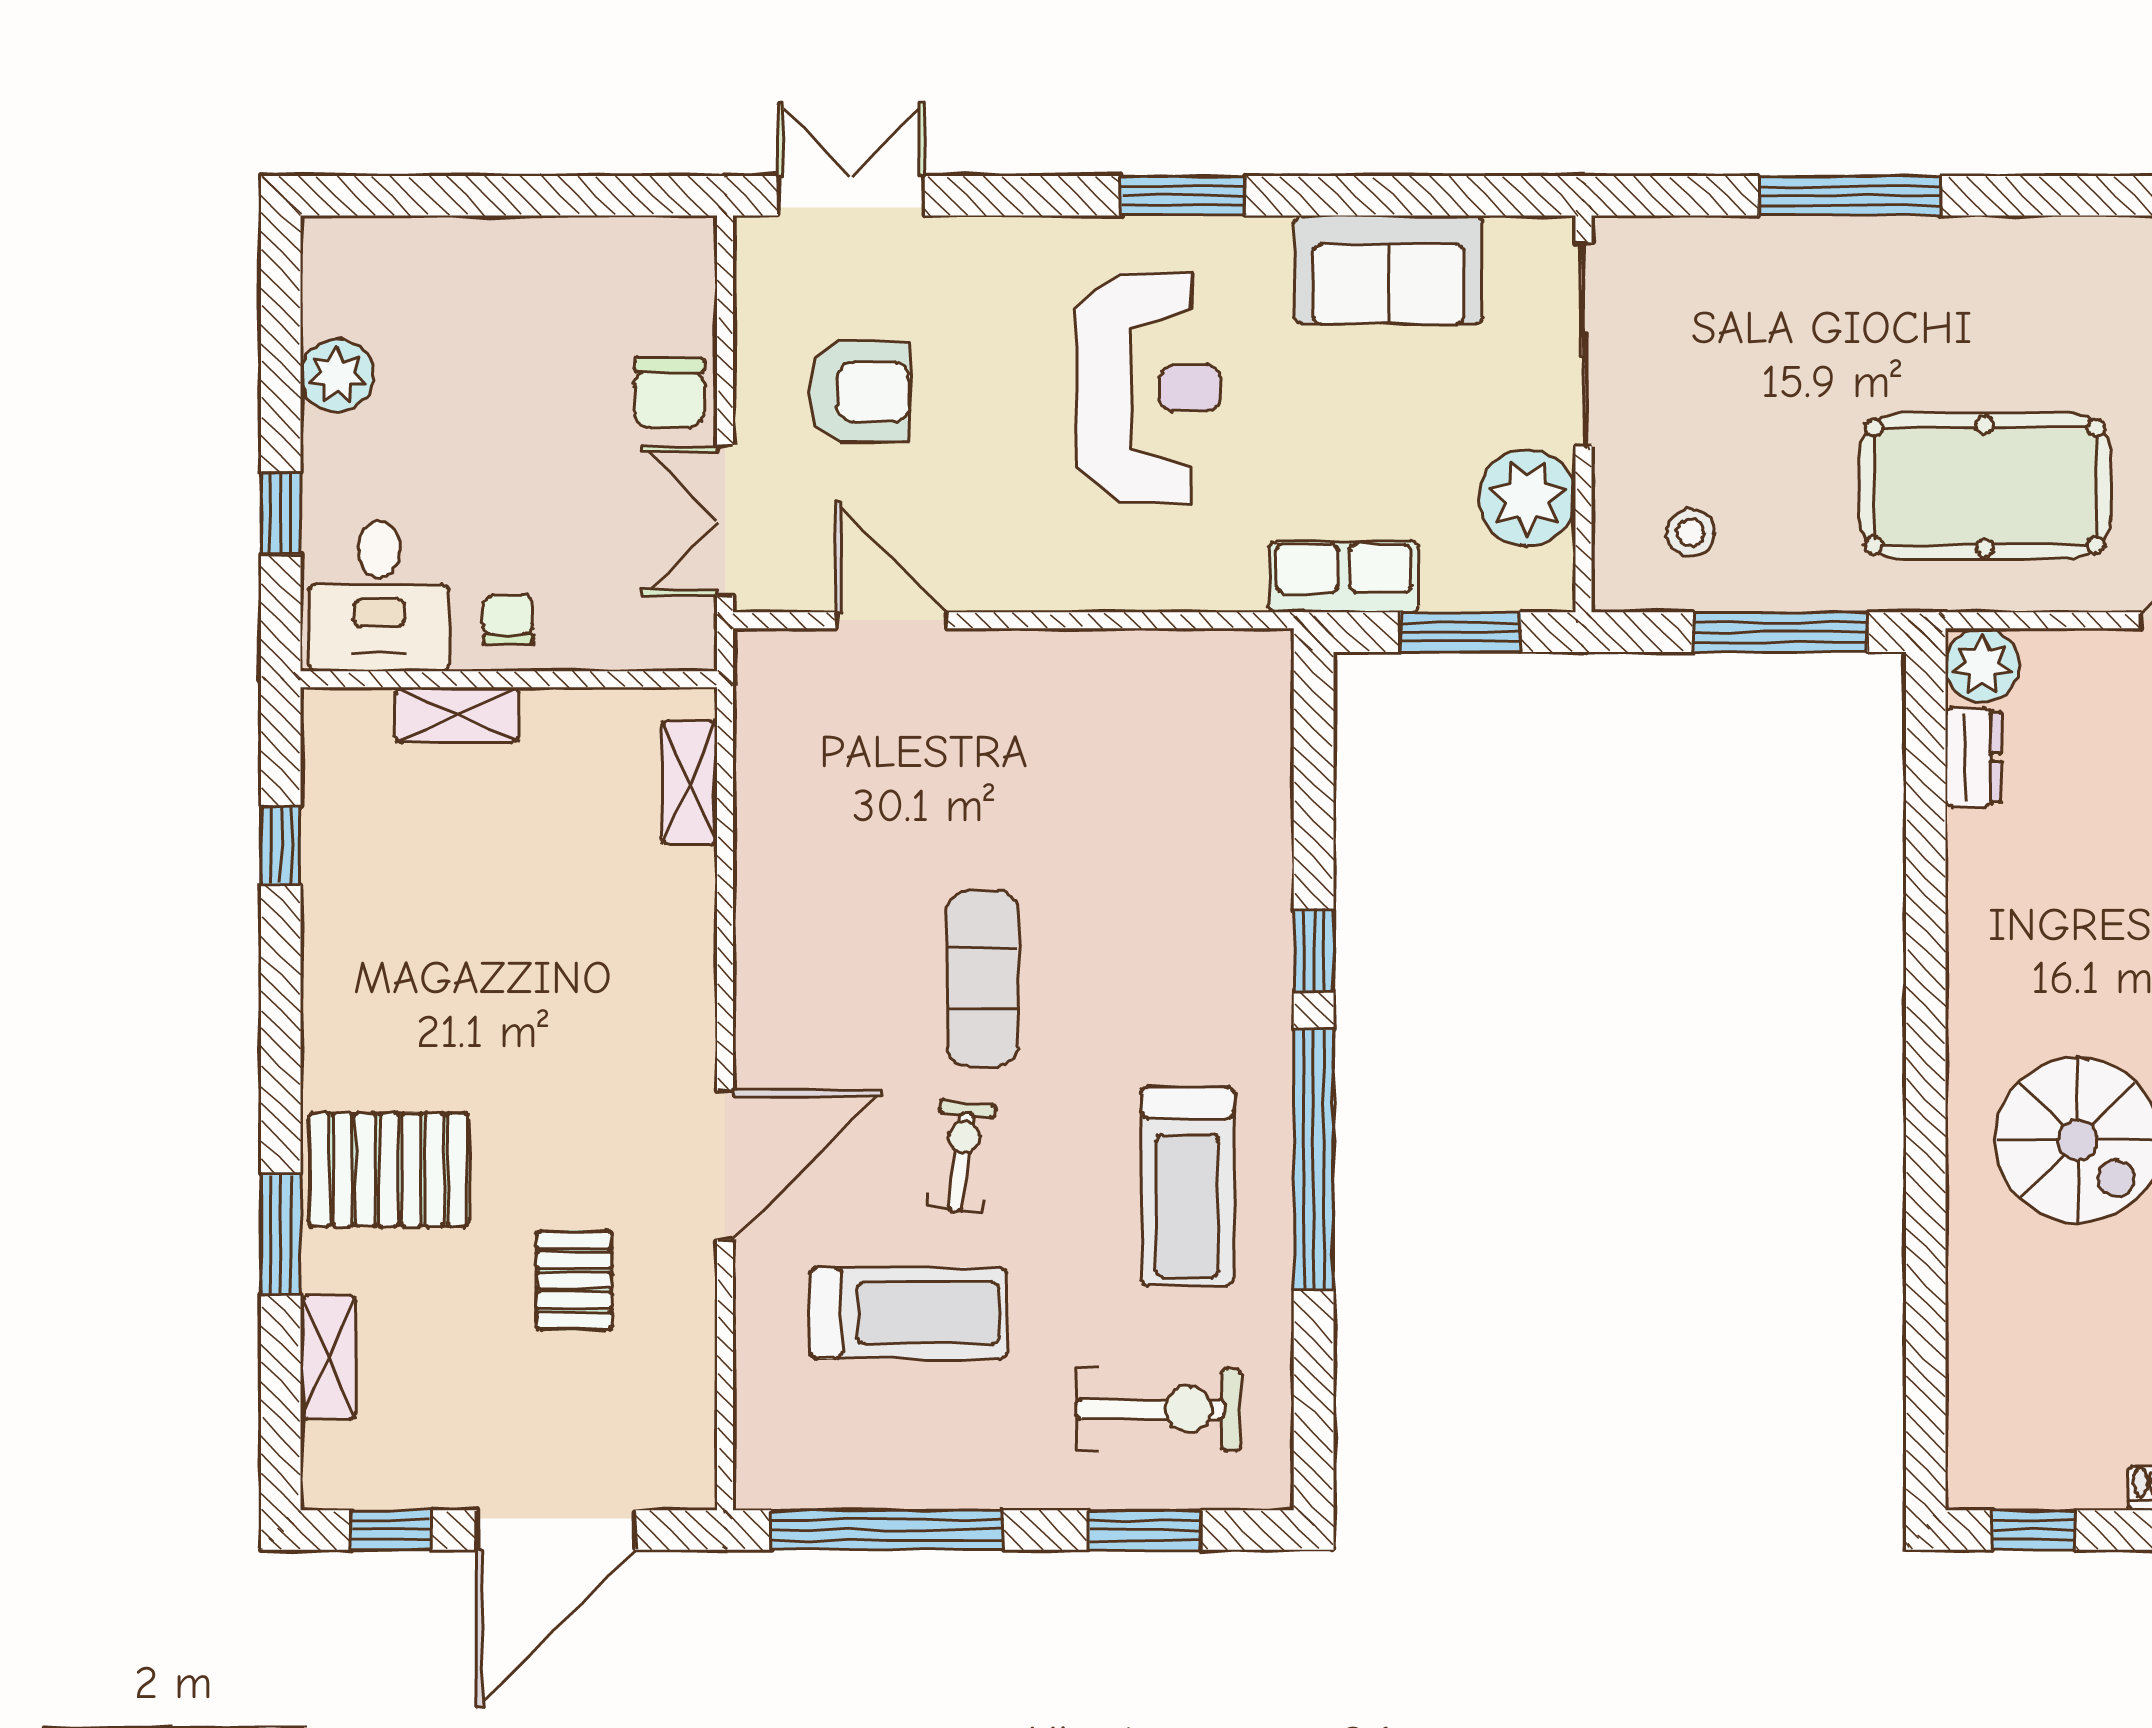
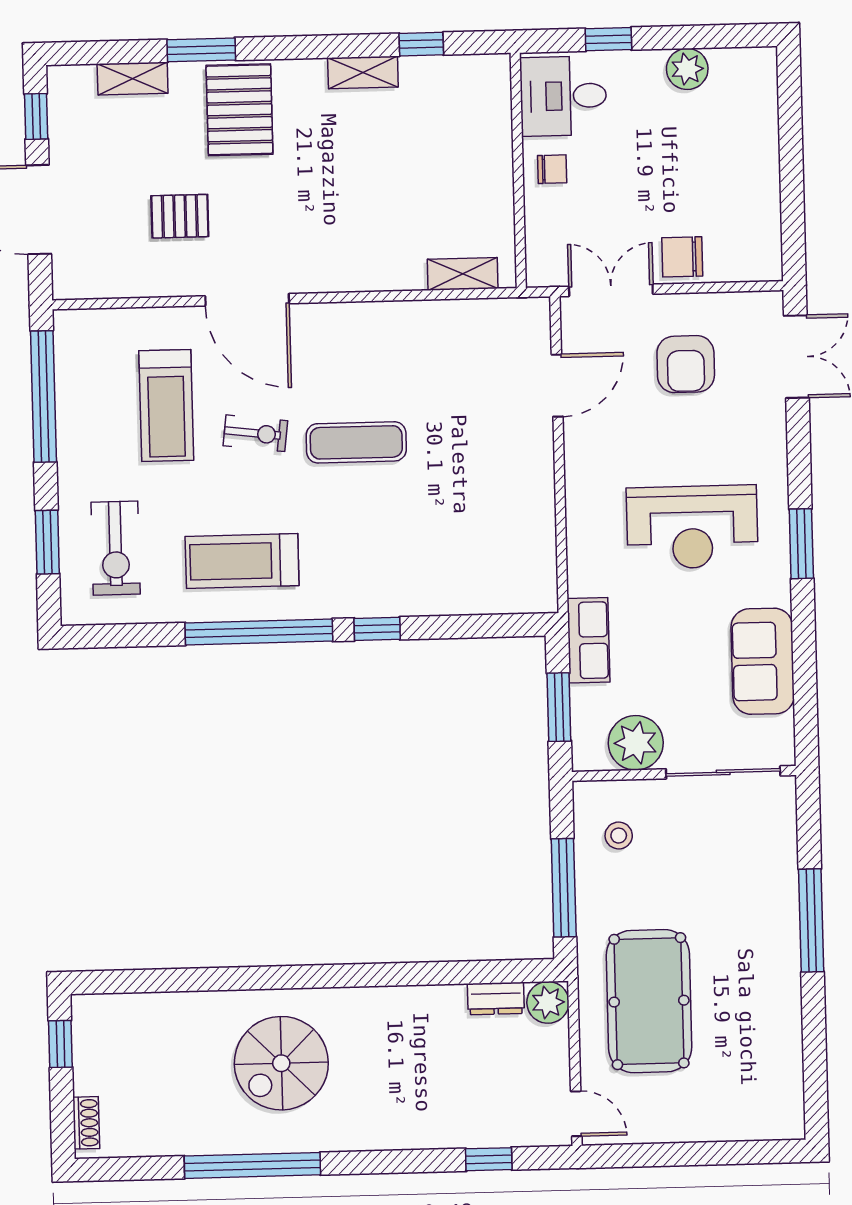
shelving: (457, 715) -> (363, 72), moved, turned 90

